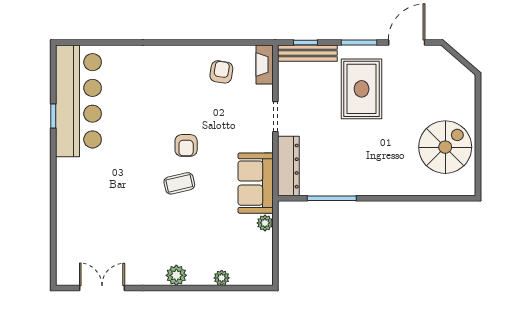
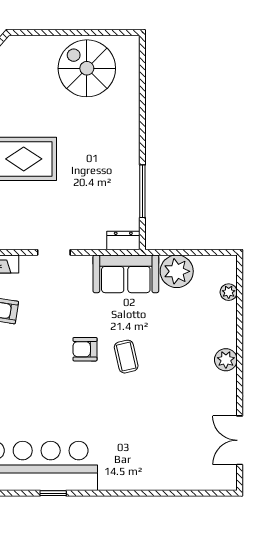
armchair: (186, 145) -> (85, 349), turned 180
dresser: (288, 166) -> (123, 241), width x0.51, depth x0.80
plant: (265, 223) -> (177, 271), width x1.87, depth x1.87
plant: (222, 278) -> (229, 292), moved

